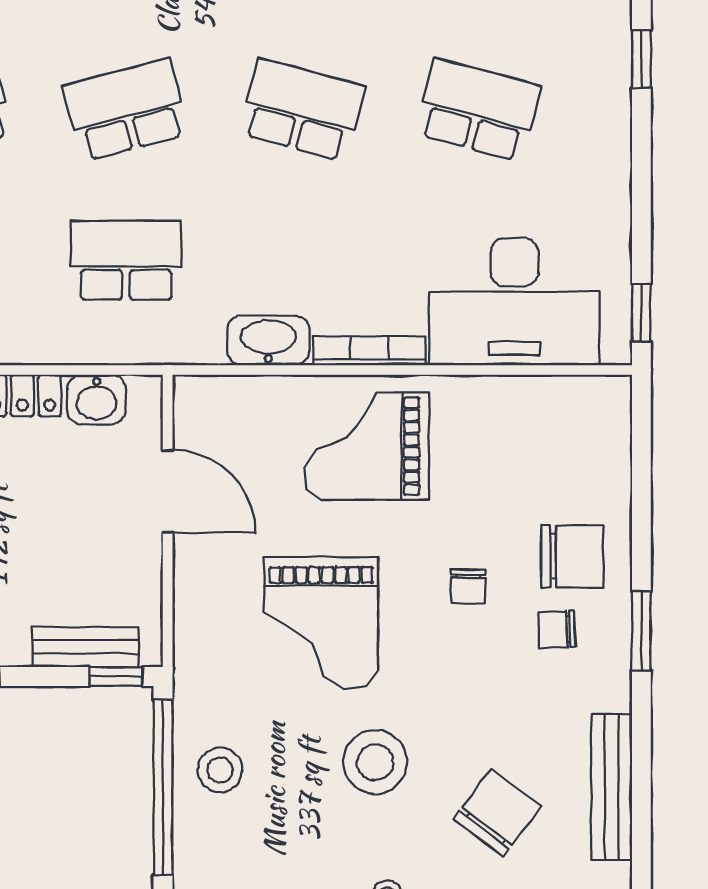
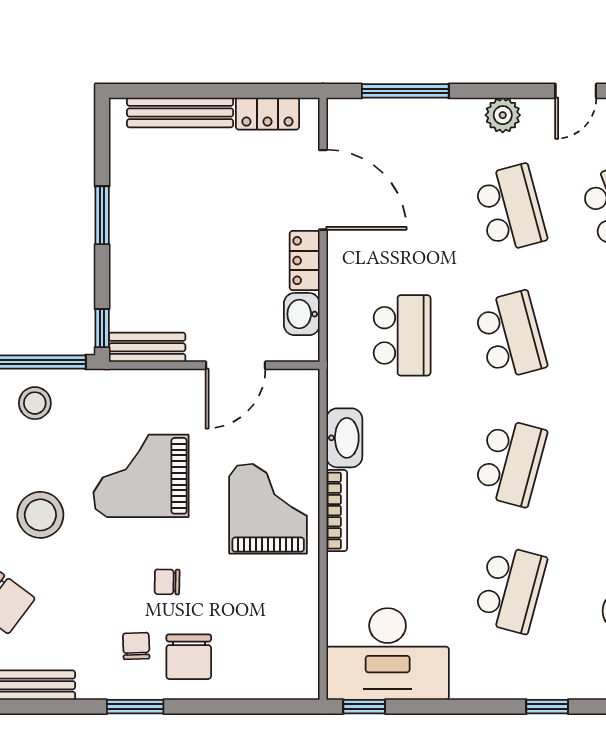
desk: (514, 302) -> (388, 654), moved, turned -90
bench: (85, 647) -> (147, 347), moved, turned 90

